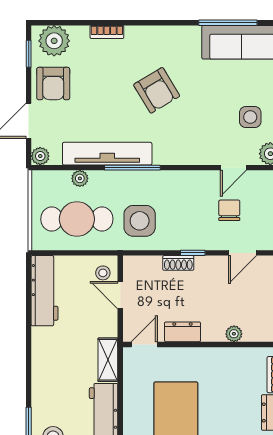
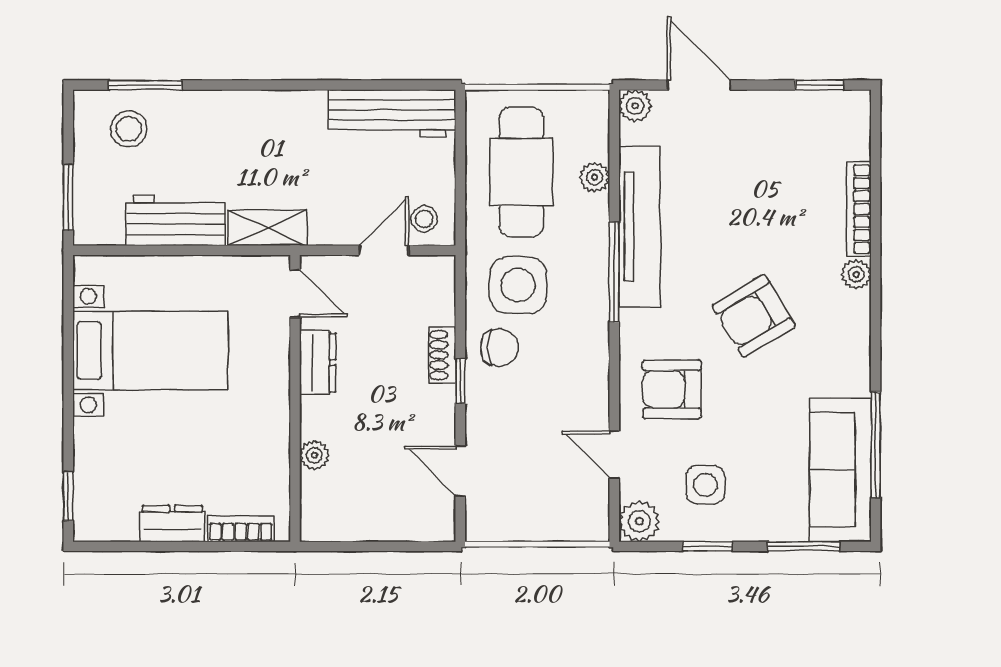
bookcase: (107, 32) -> (859, 209), width x1.56
plant: (54, 41) -> (856, 274), moved, width x0.53, depth x0.53
armchair: (53, 84) -> (672, 389), moved
chair: (229, 210) -> (499, 347), moved

